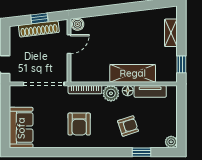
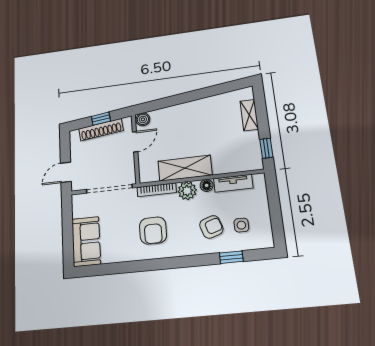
shelving: (133, 73) -> (185, 168), moved
side table: (153, 127) -> (241, 225), added
plant: (171, 142) -> (266, 241), removed

